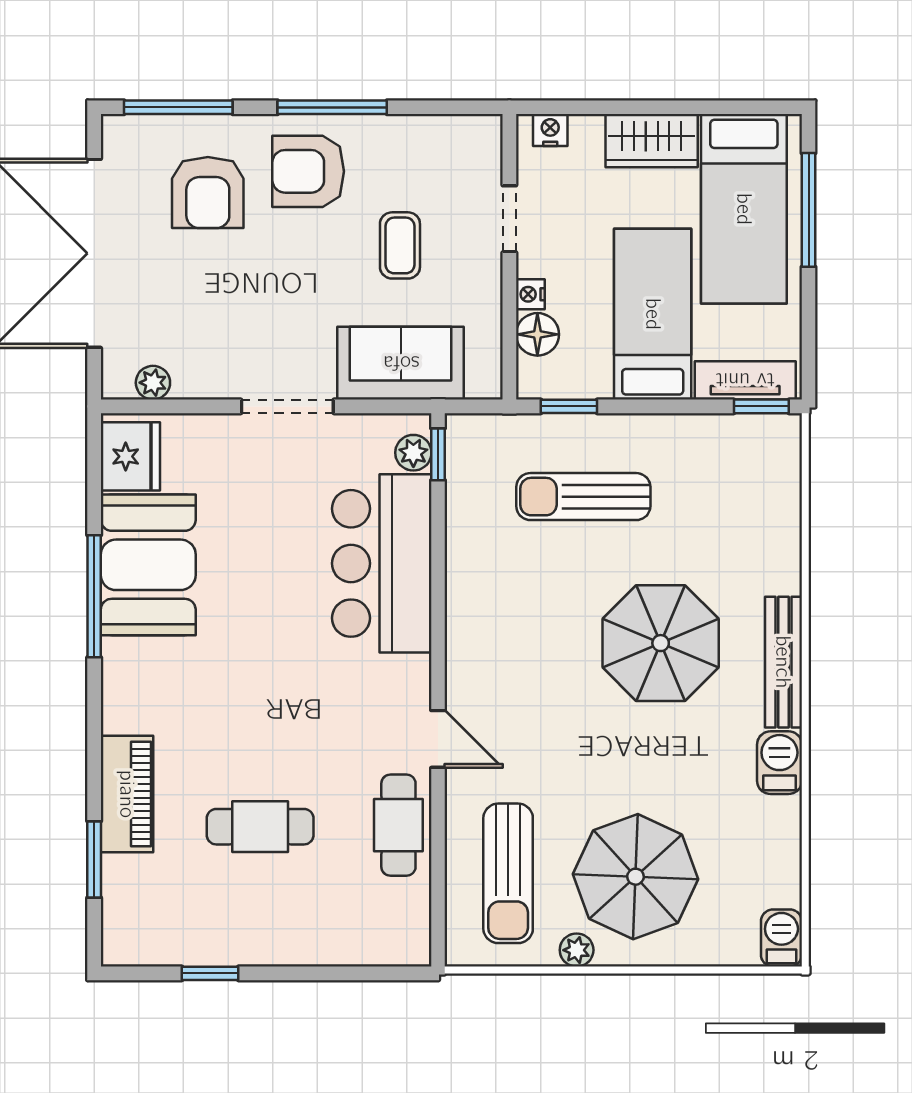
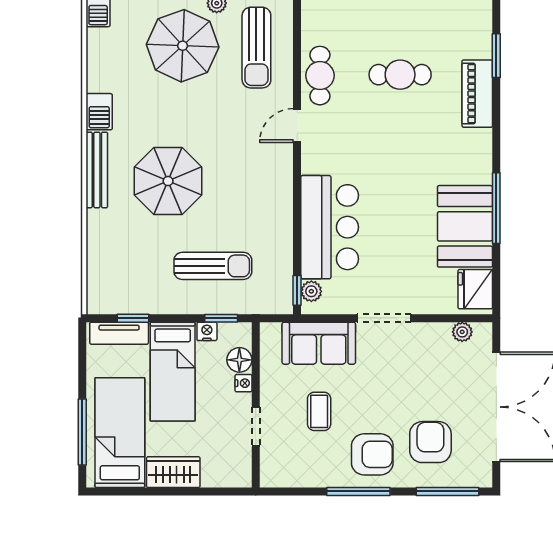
nightstand: (550, 130) -> (207, 331), moved, turned 180
window: (761, 406) -> (133, 318), moved
door: (438, 739) -> (297, 125), hinge flipped
sun lounger: (508, 873) -> (256, 48), turned 180

